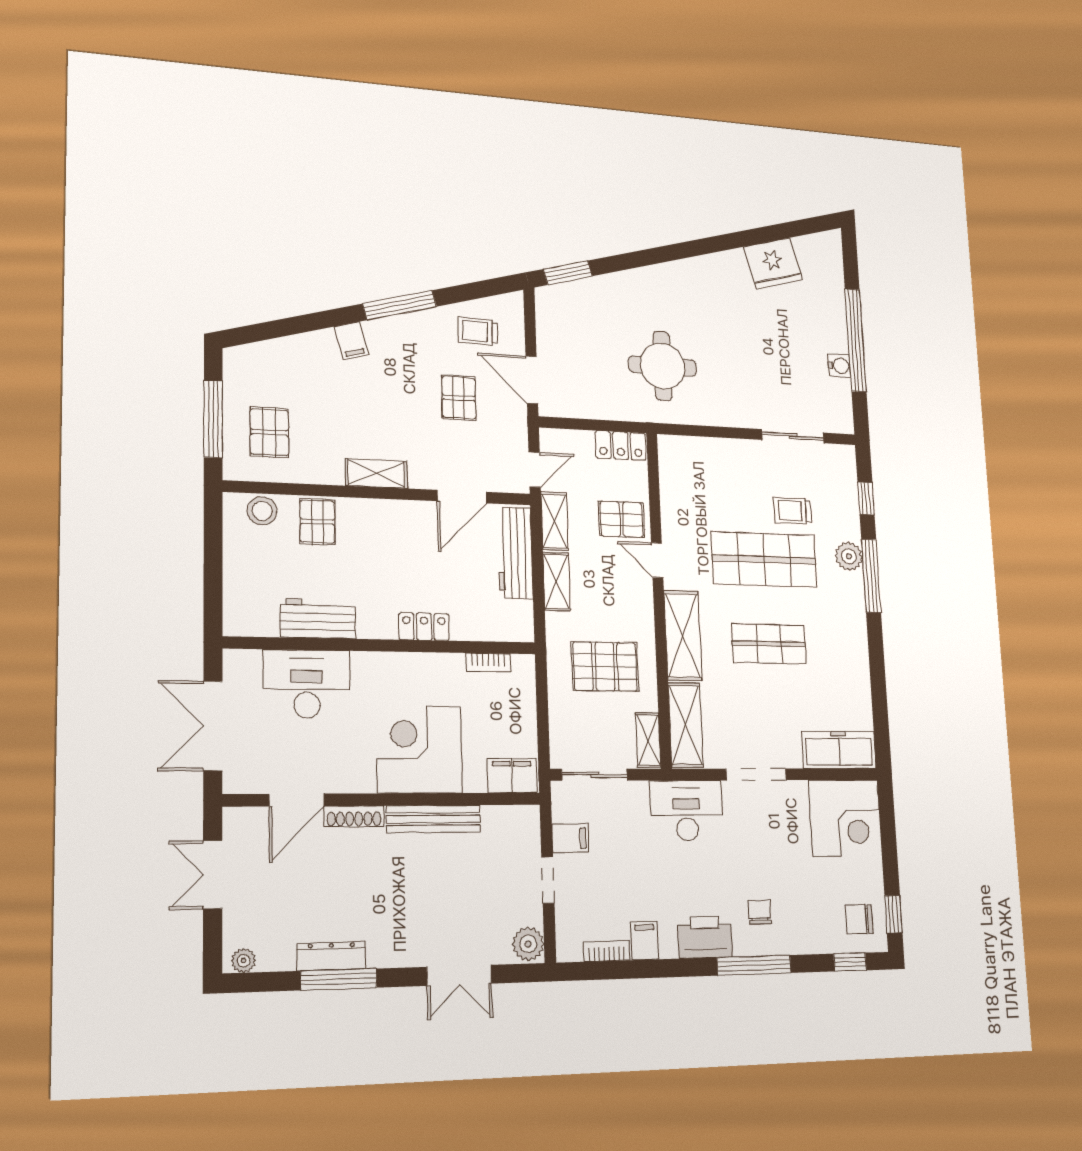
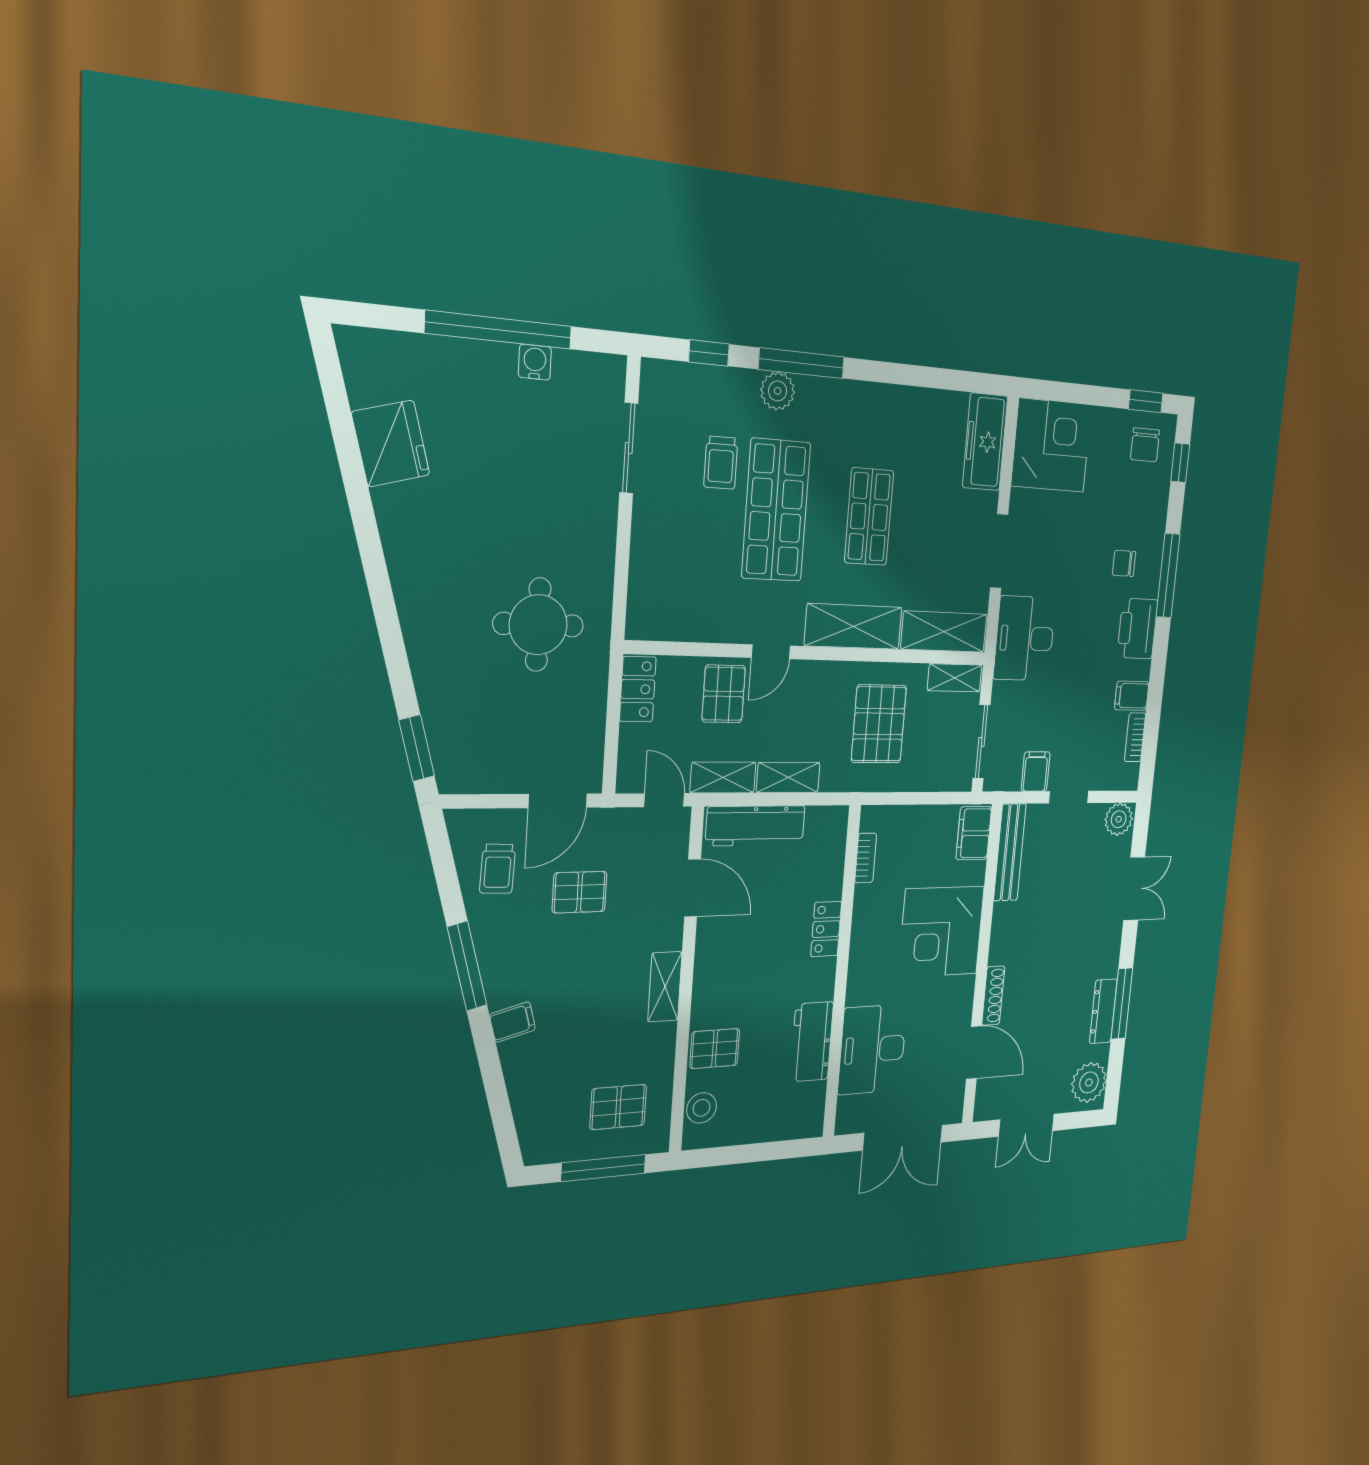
bench: (433, 819) -> (1010, 852), moved
plant: (244, 961) -> (1089, 1082), width x1.87, depth x1.87

